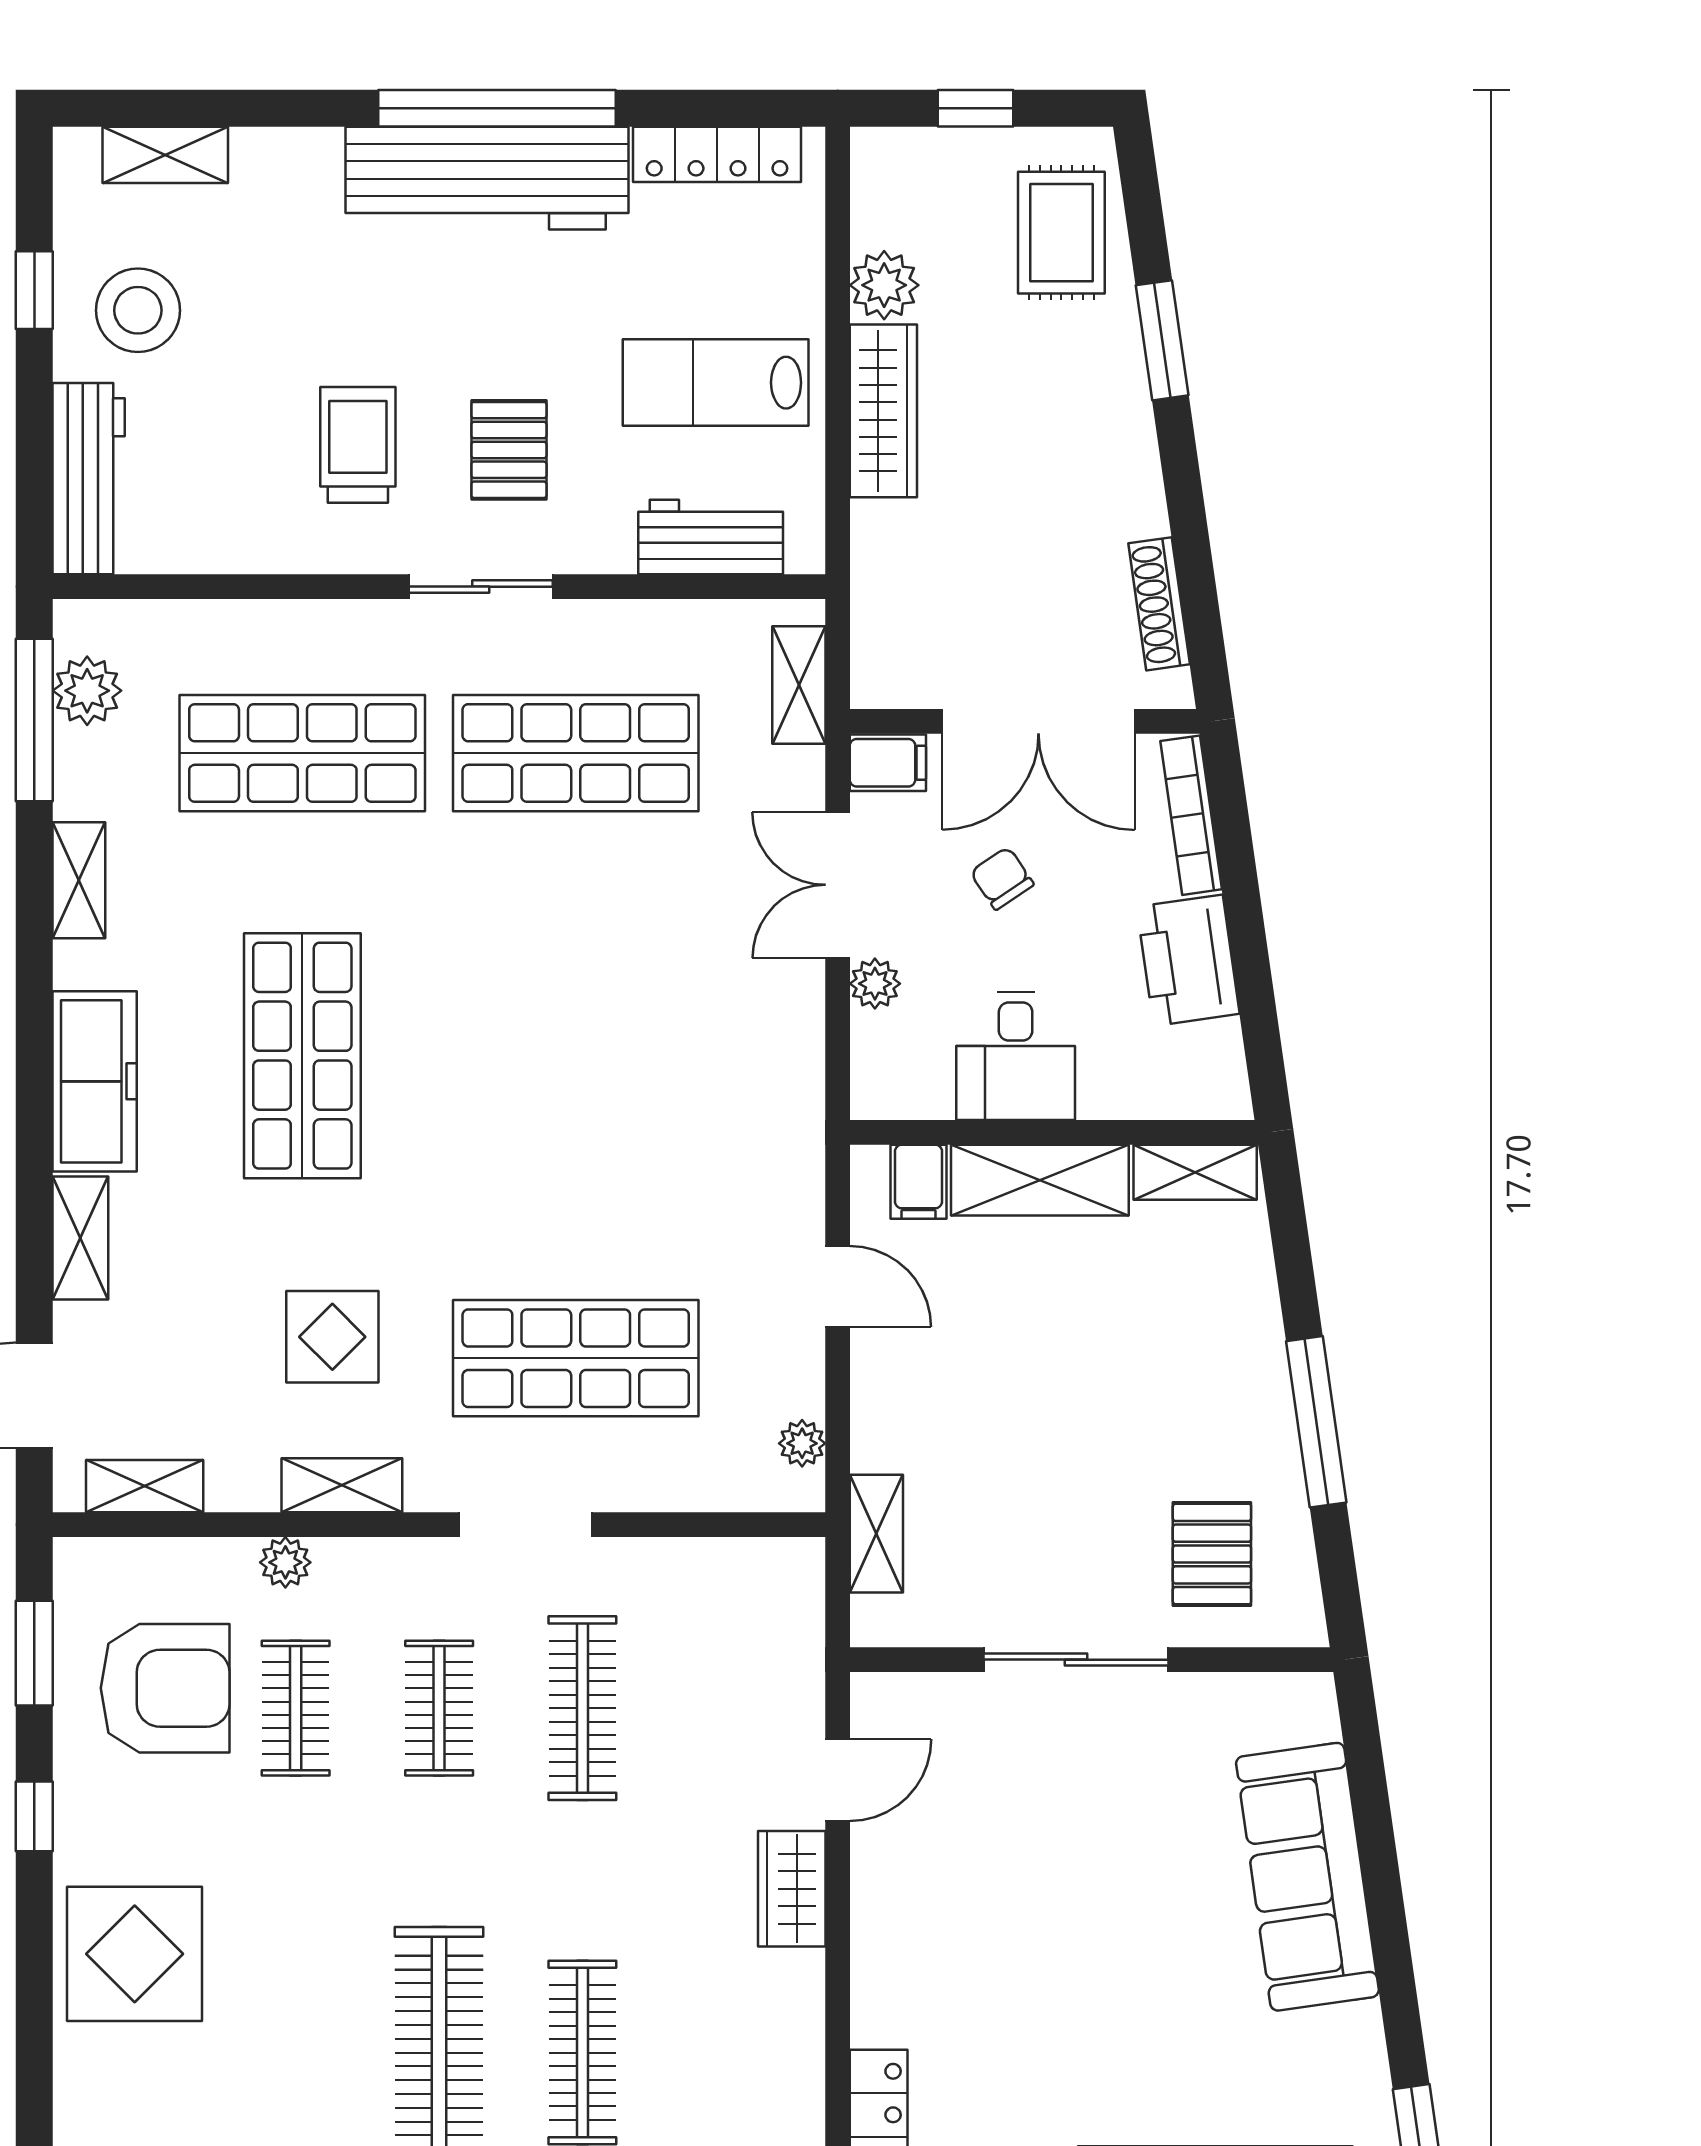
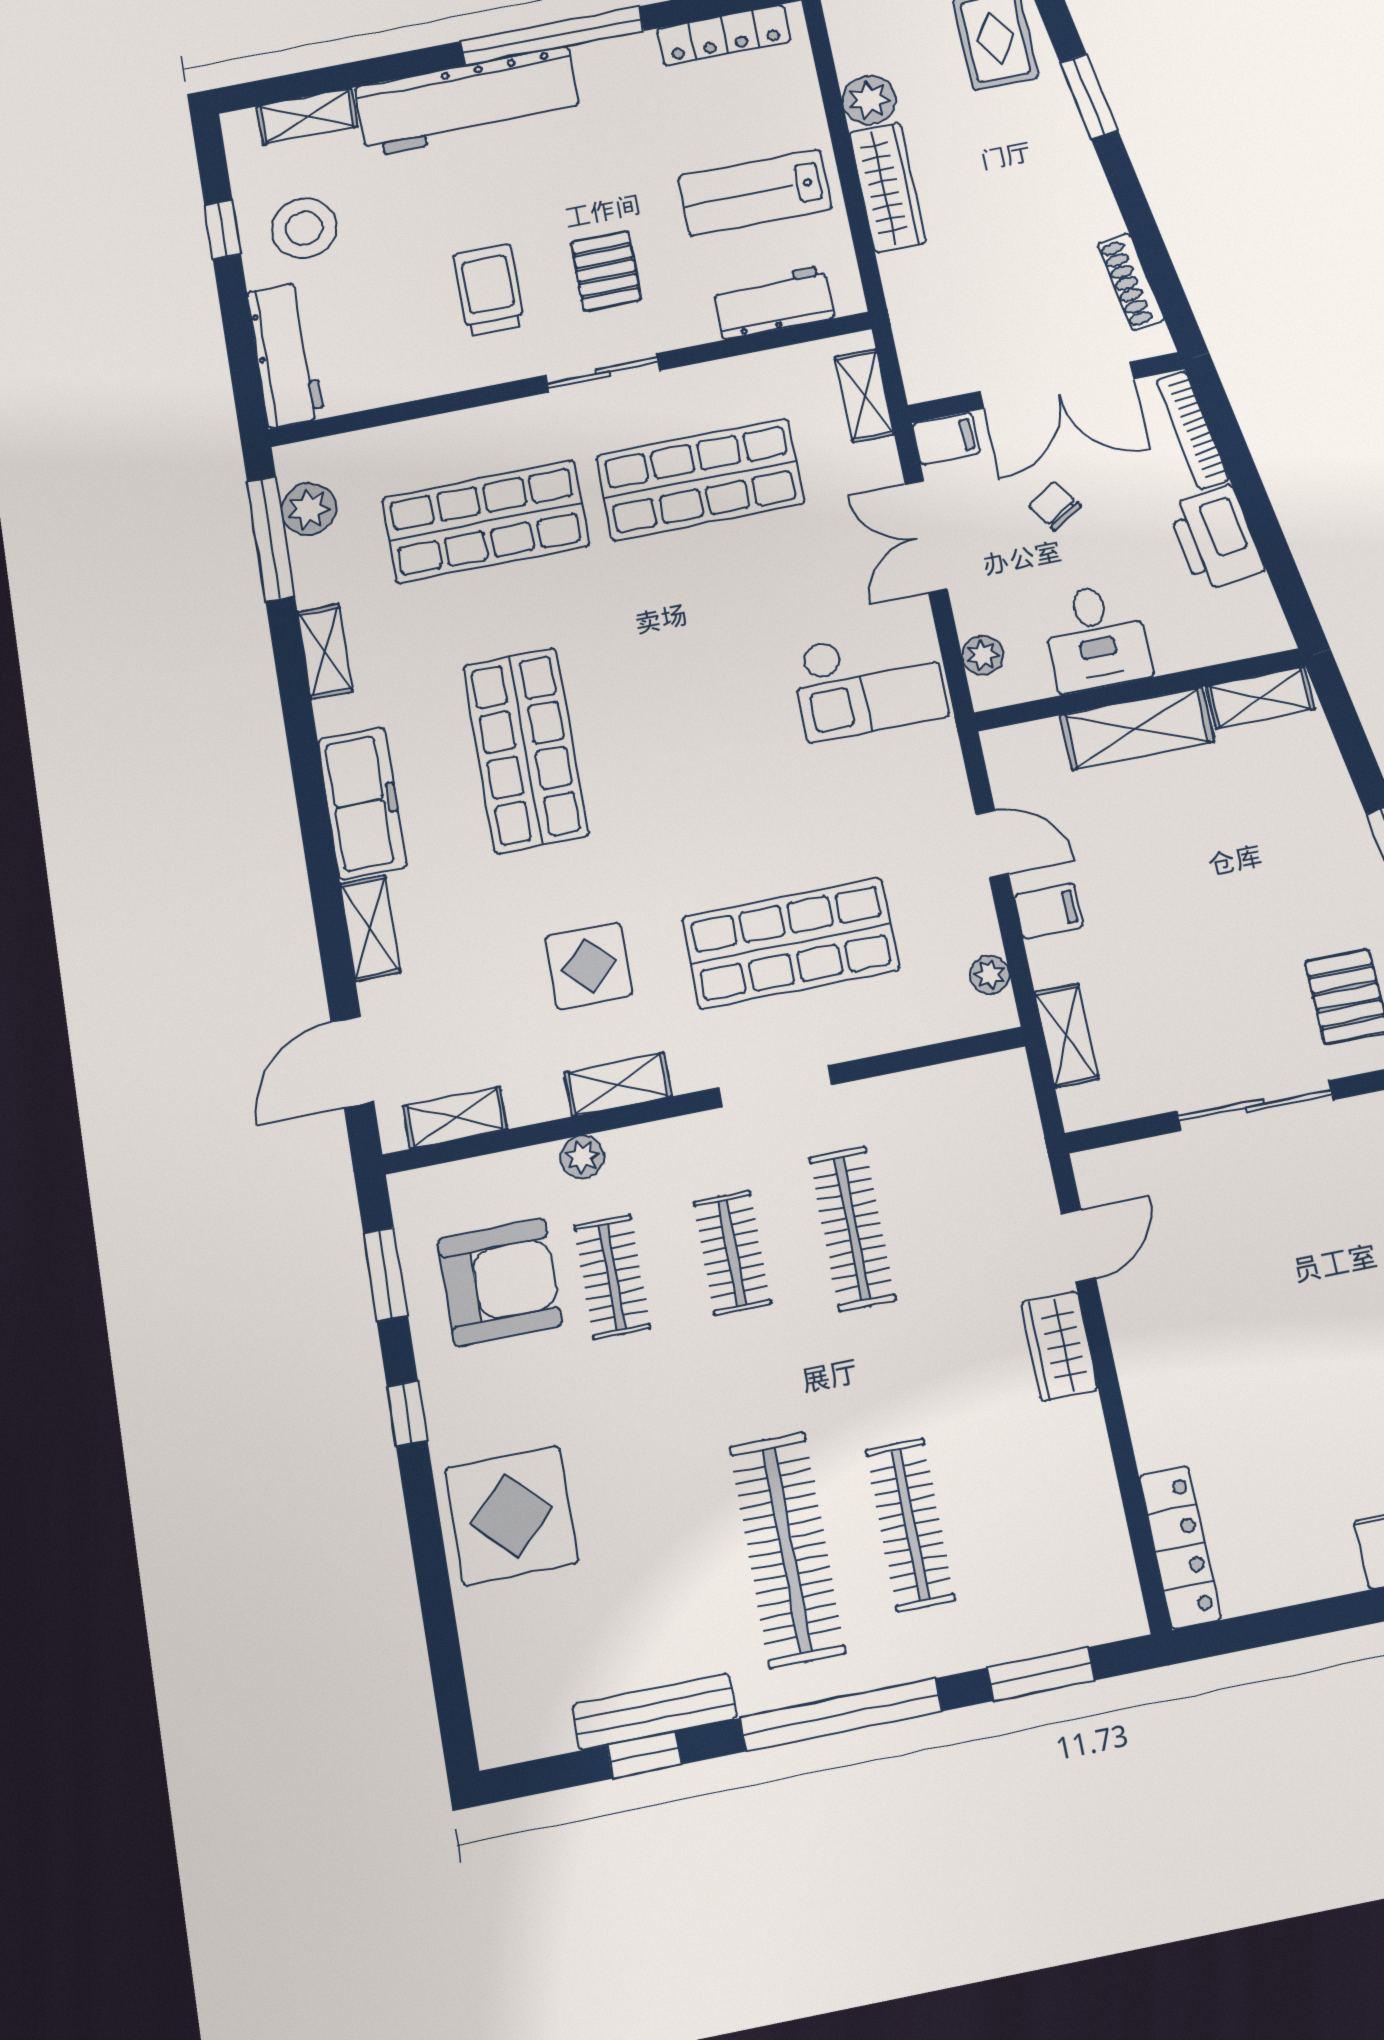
workbench: (487, 178) -> (468, 102), moved
plant: (875, 984) -> (983, 655), moved
checkout: (731, 1056) -> (869, 683), added
filing cabinet: (918, 1182) -> (1048, 911), moved, turned -90

